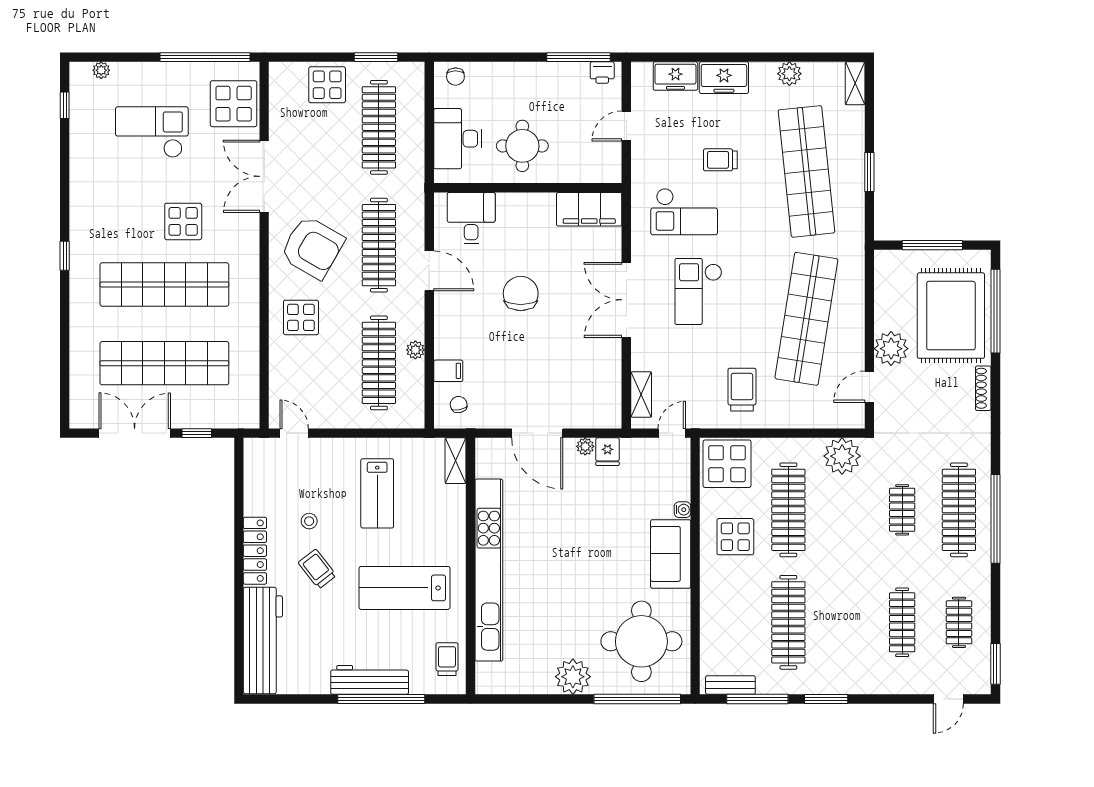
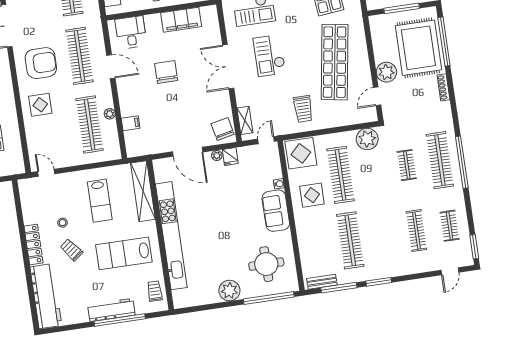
filing cabinet: (589, 209) -> (181, 20), moved
armchair: (312, 247) -> (41, 63), turned -30
trolley: (742, 390) -> (303, 109), turned 180
chair: (459, 405) -> (223, 129), moved, width x1.87, depth x1.87
shelving: (456, 461) -> (143, 191), width x2.20, depth x1.33
round table: (641, 641) -> (266, 264), width x0.73, depth x0.73

